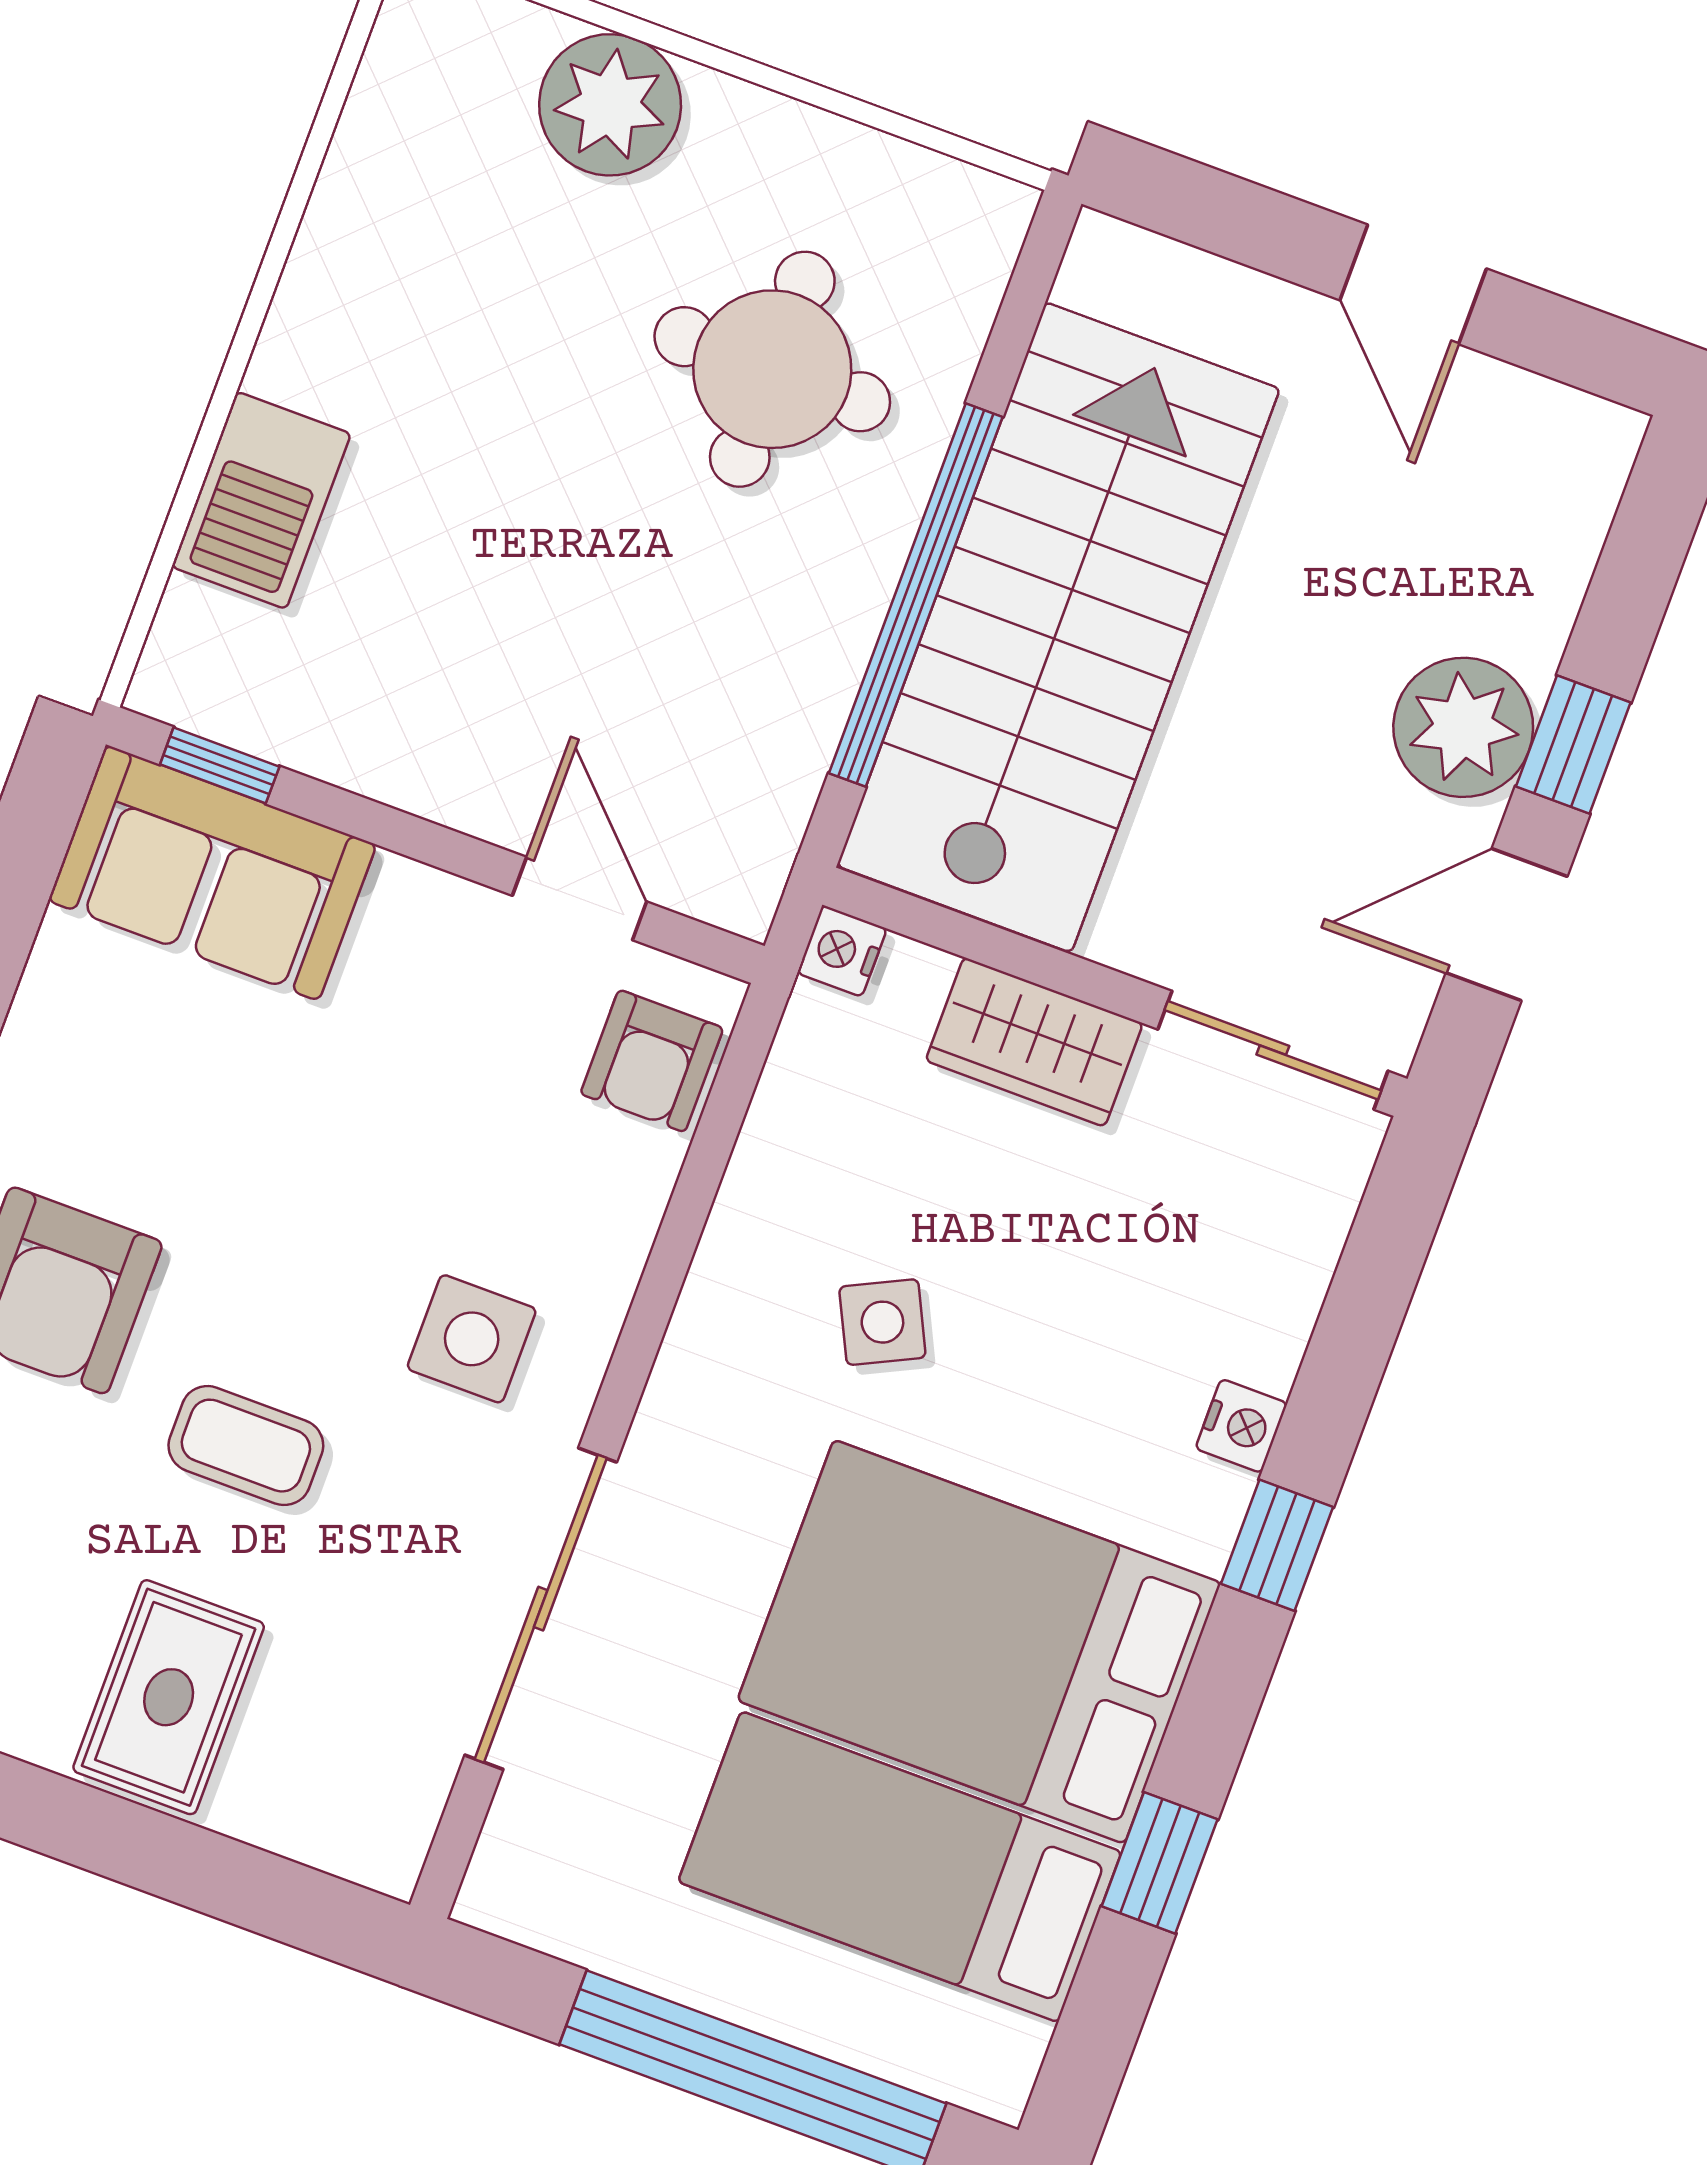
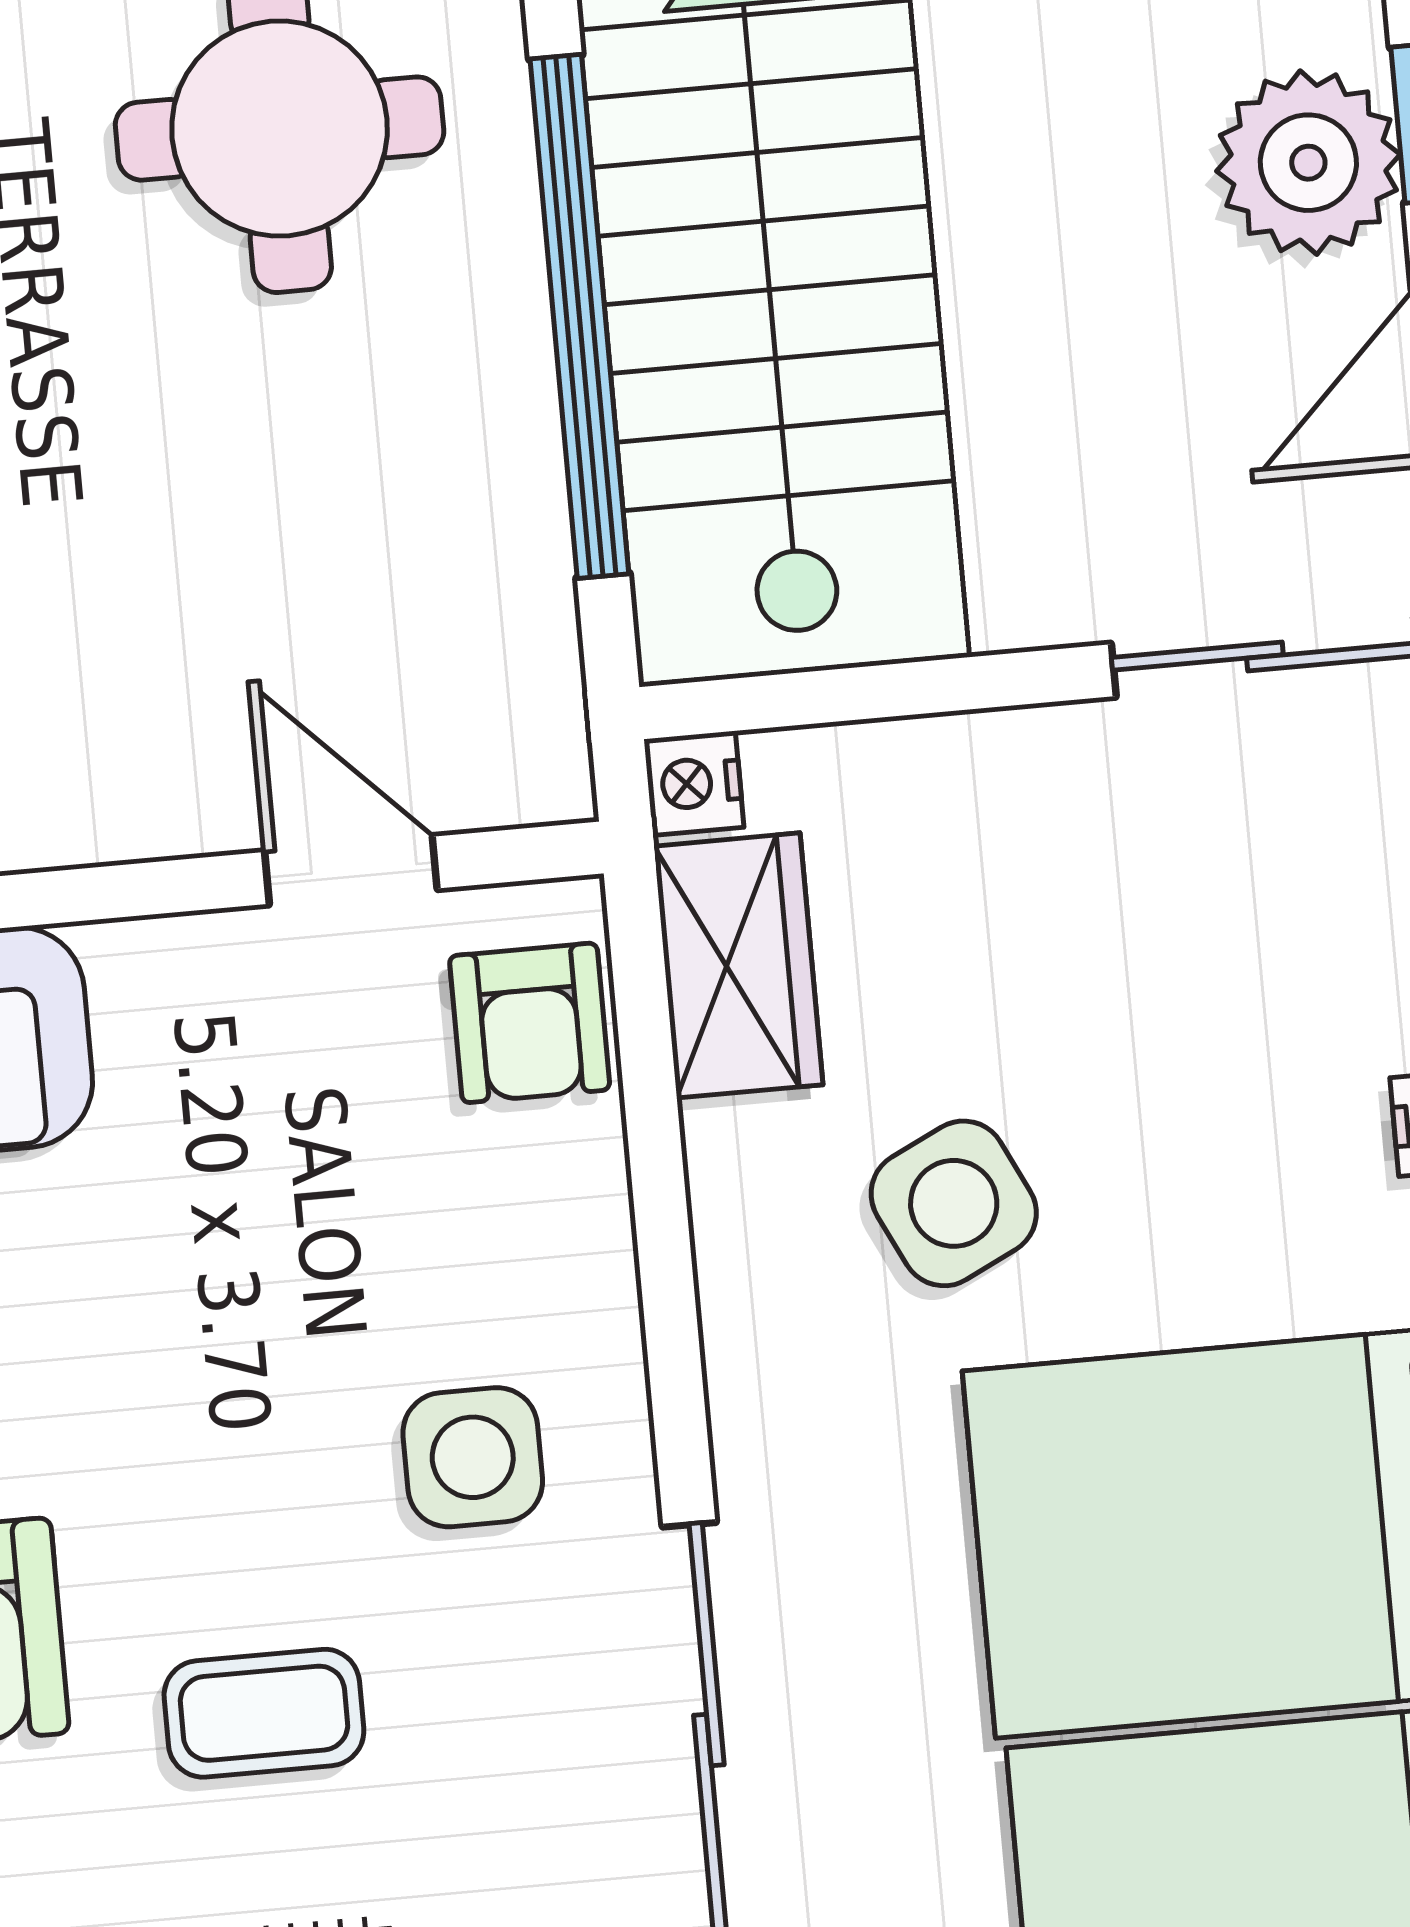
wardrobe: (1034, 1042) -> (738, 965), moved, turned -90
side table: (882, 1322) -> (954, 1203), width x1.37, depth x1.37

